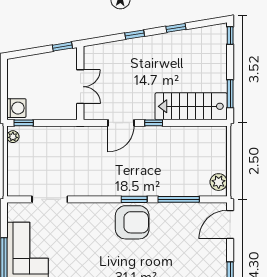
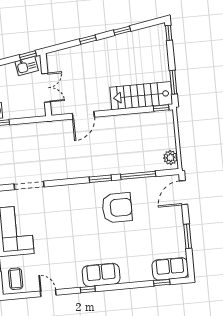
kitchen sink: (60, 59) -> (27, 66), added
window: (154, 123) -> (161, 108), moved
armchair: (132, 222) -> (117, 208), moved

